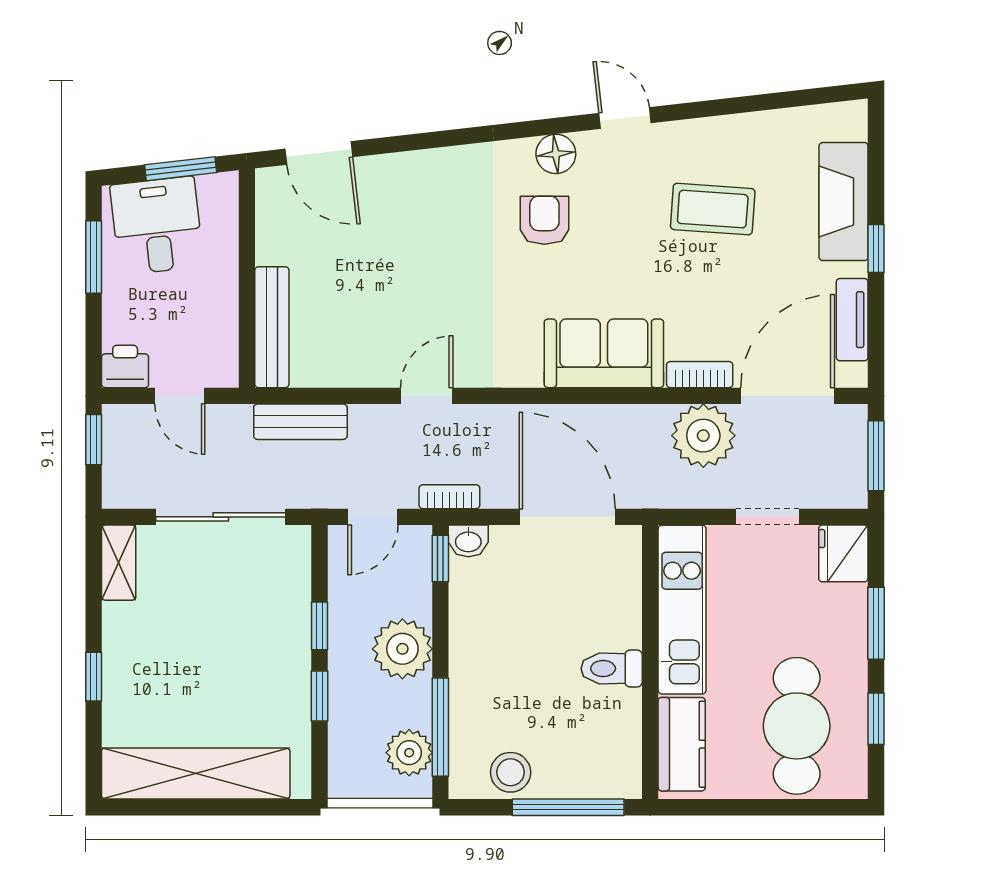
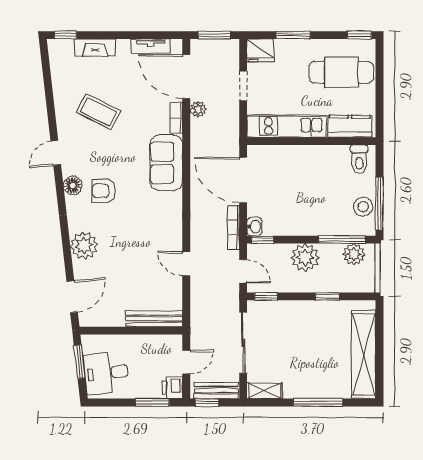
plant: (427, 178) -> (84, 246), added
fireplace: (844, 202) -> (95, 48), width x0.73, depth x0.76
coffee table: (713, 209) -> (99, 112), turned -67
window: (876, 248) -> (65, 35), moved
window: (94, 257) -> (152, 403), moved
door: (427, 396) -> (186, 264), moved
bench: (300, 422) -> (216, 390), moved, turned 90
plant: (703, 436) -> (198, 109), width x0.53, depth x0.53
bookcase: (449, 497) -> (234, 227), width x1.56
door: (567, 517) -> (243, 180), hinge flipped
window: (319, 626) -> (266, 296), moved
toilet: (612, 669) -> (359, 159), moved
window: (94, 677) -> (318, 403), width x2.17
window: (876, 719) -> (359, 35), moved
window: (568, 807) -> (379, 204), moved

